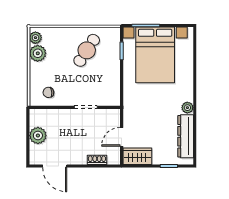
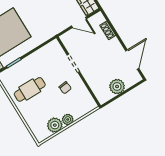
plant: (35, 38) -> (68, 119), moved
cafe table: (87, 50) -> (30, 89), turned -33
chair: (48, 92) -> (65, 88), moved

